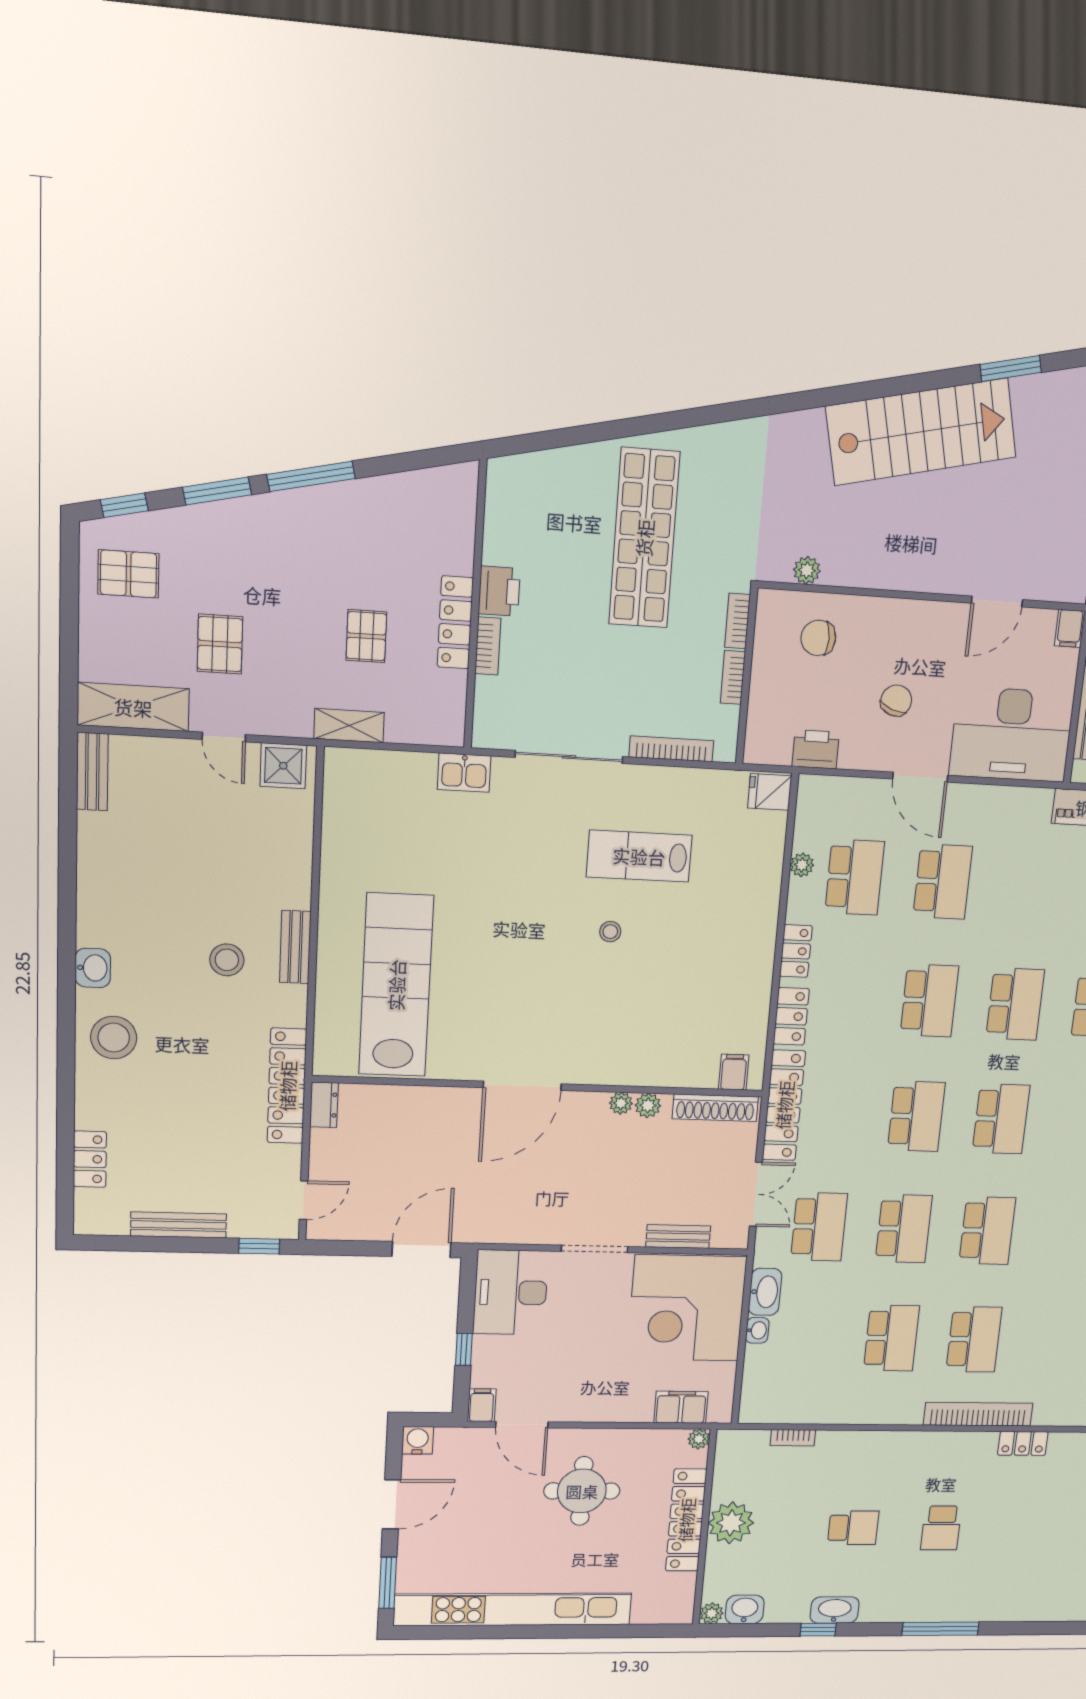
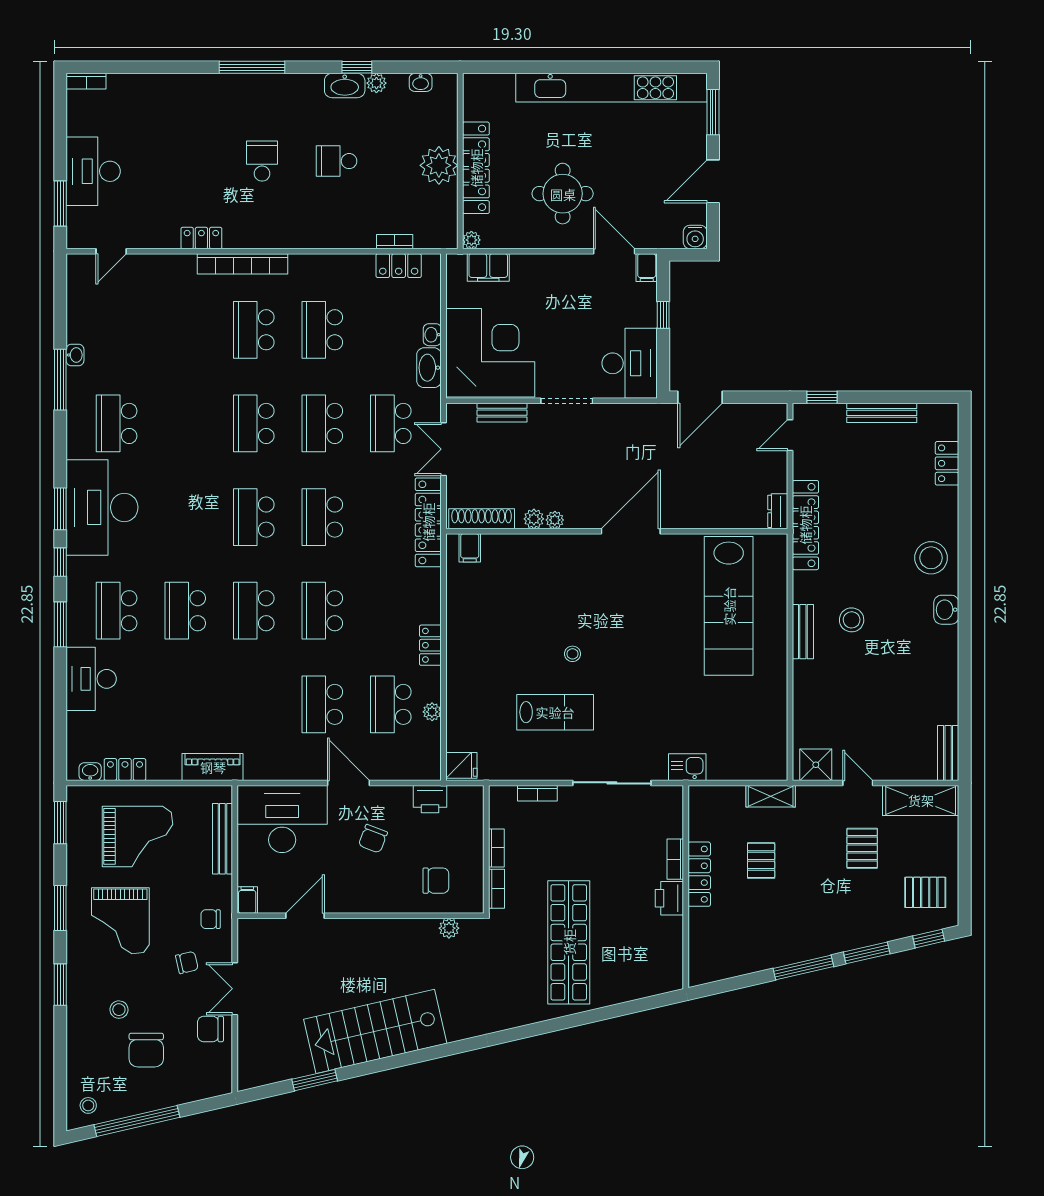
bookcase: (671, 749) -> (537, 793), width x0.64
locker: (791, 1016) -> (399, 266), moved, turned -90
washbasin: (745, 1609) -> (421, 82), width x0.72, depth x0.69
plant: (711, 1613) -> (376, 83), moved

